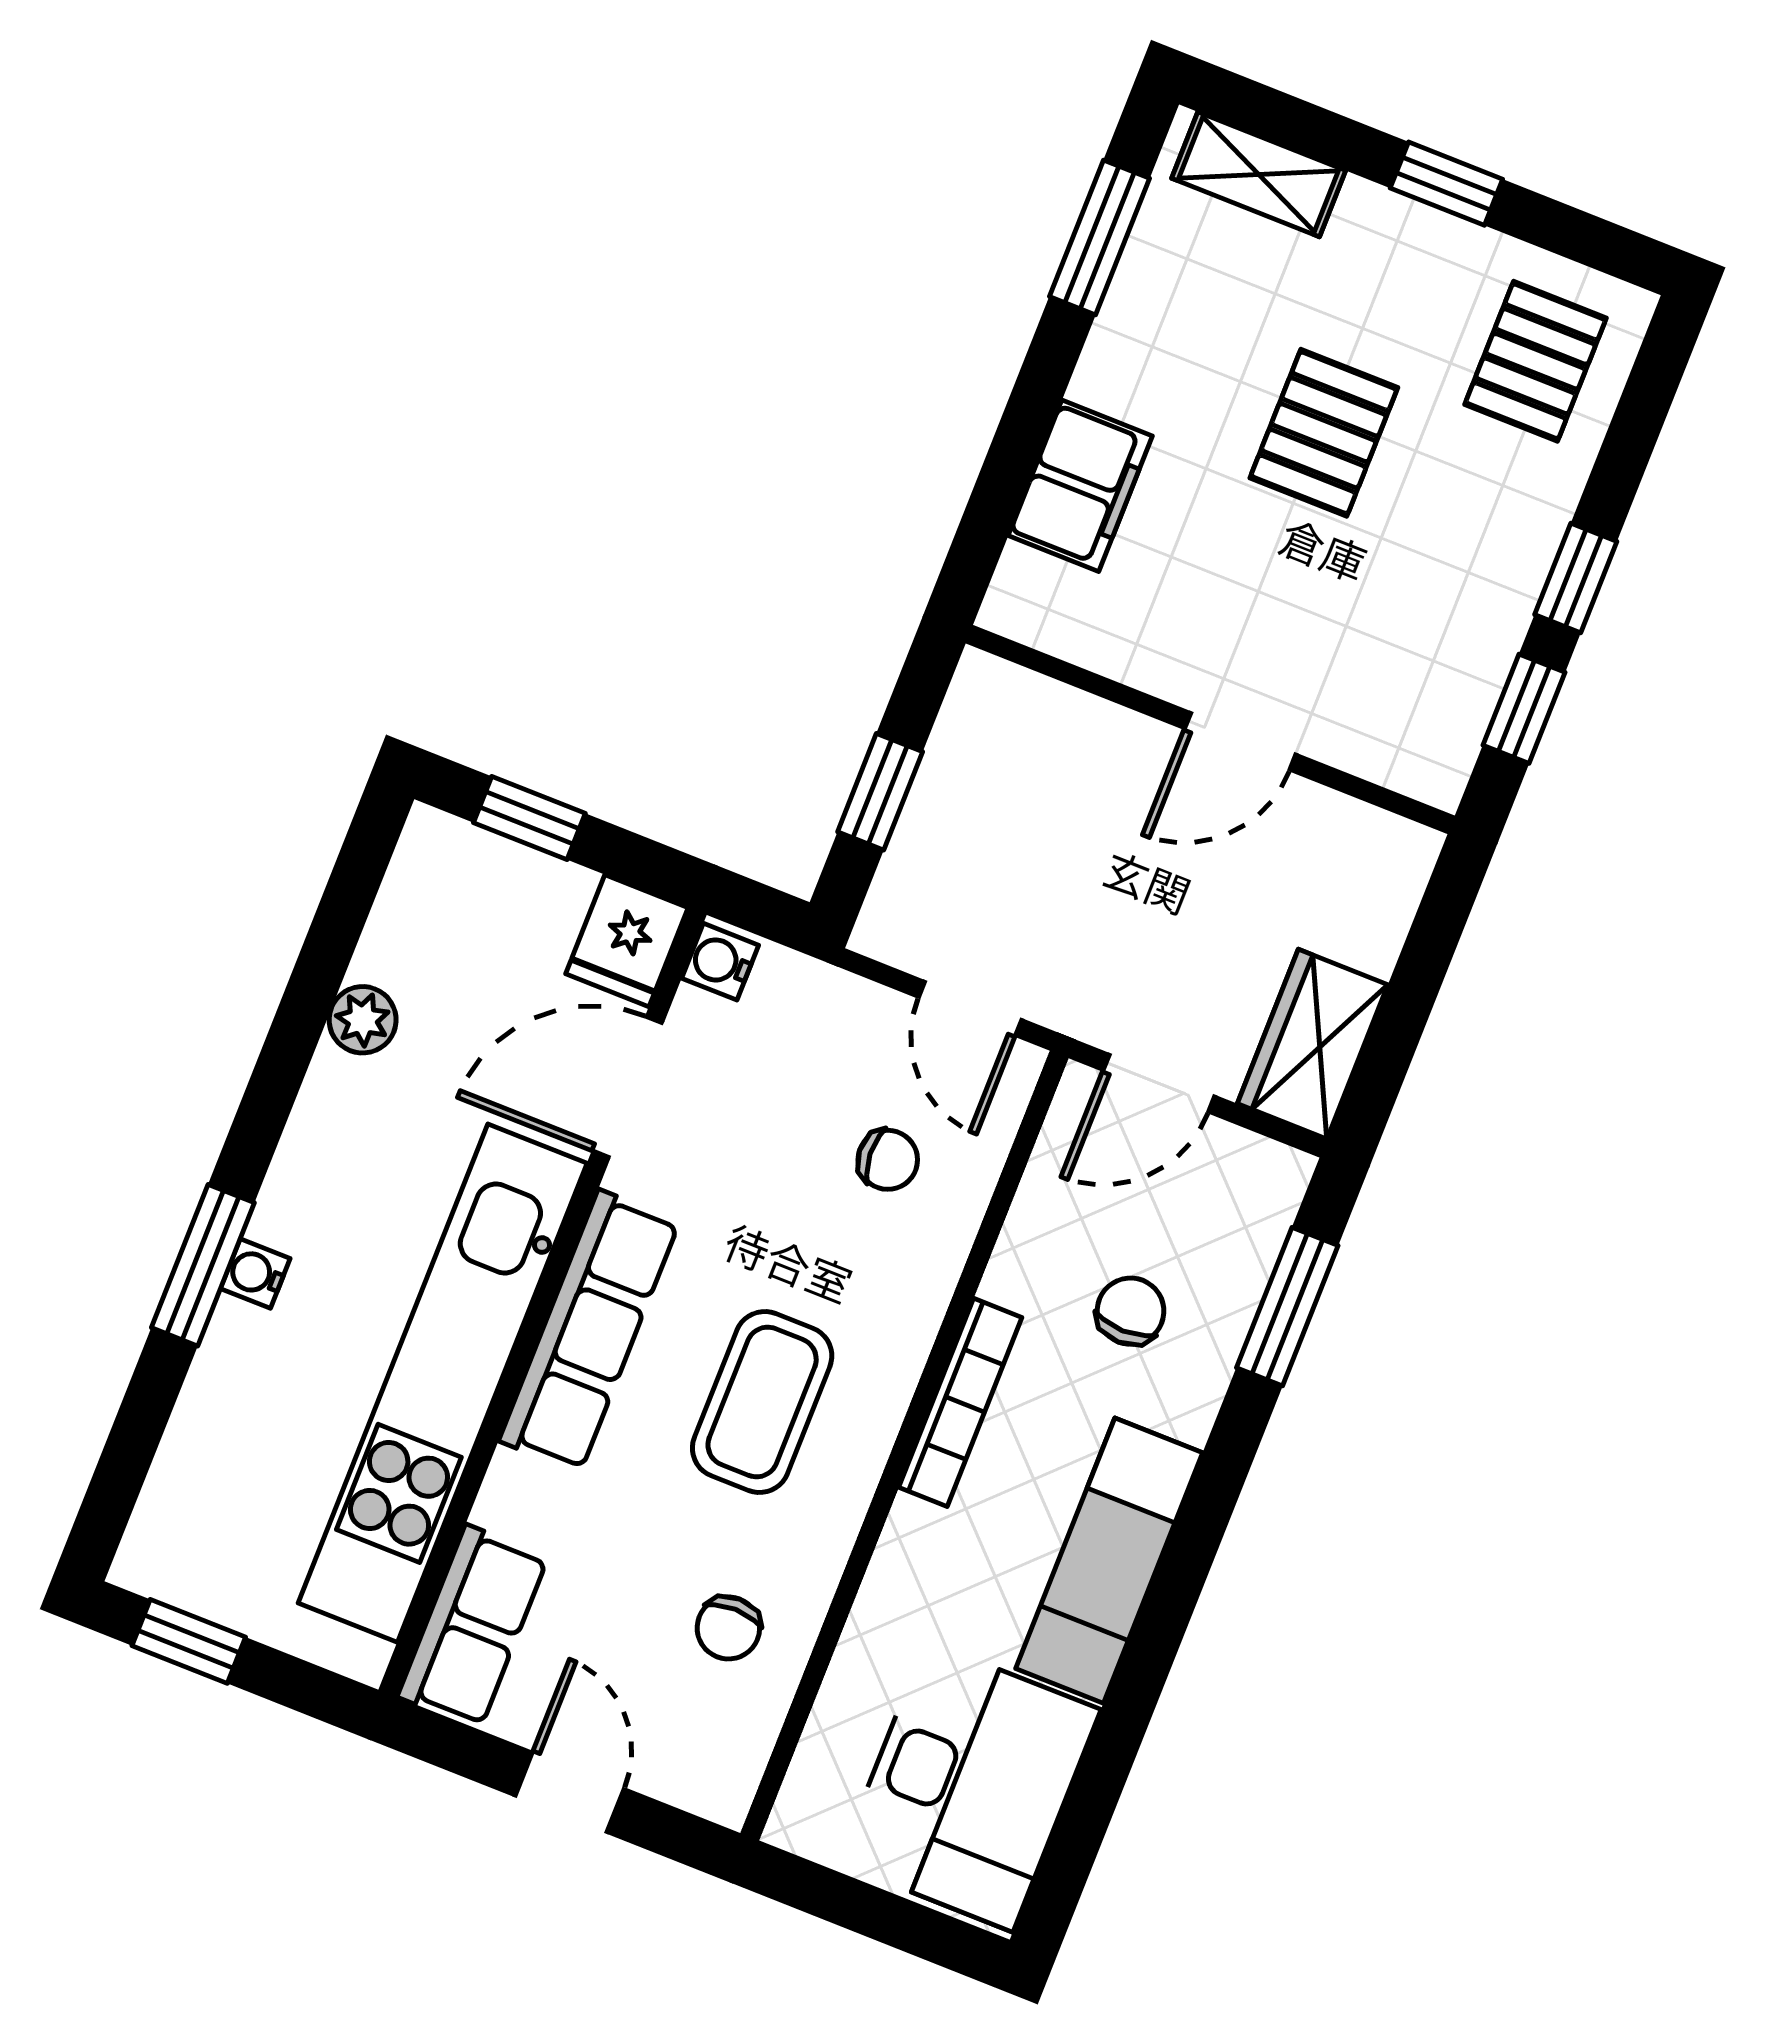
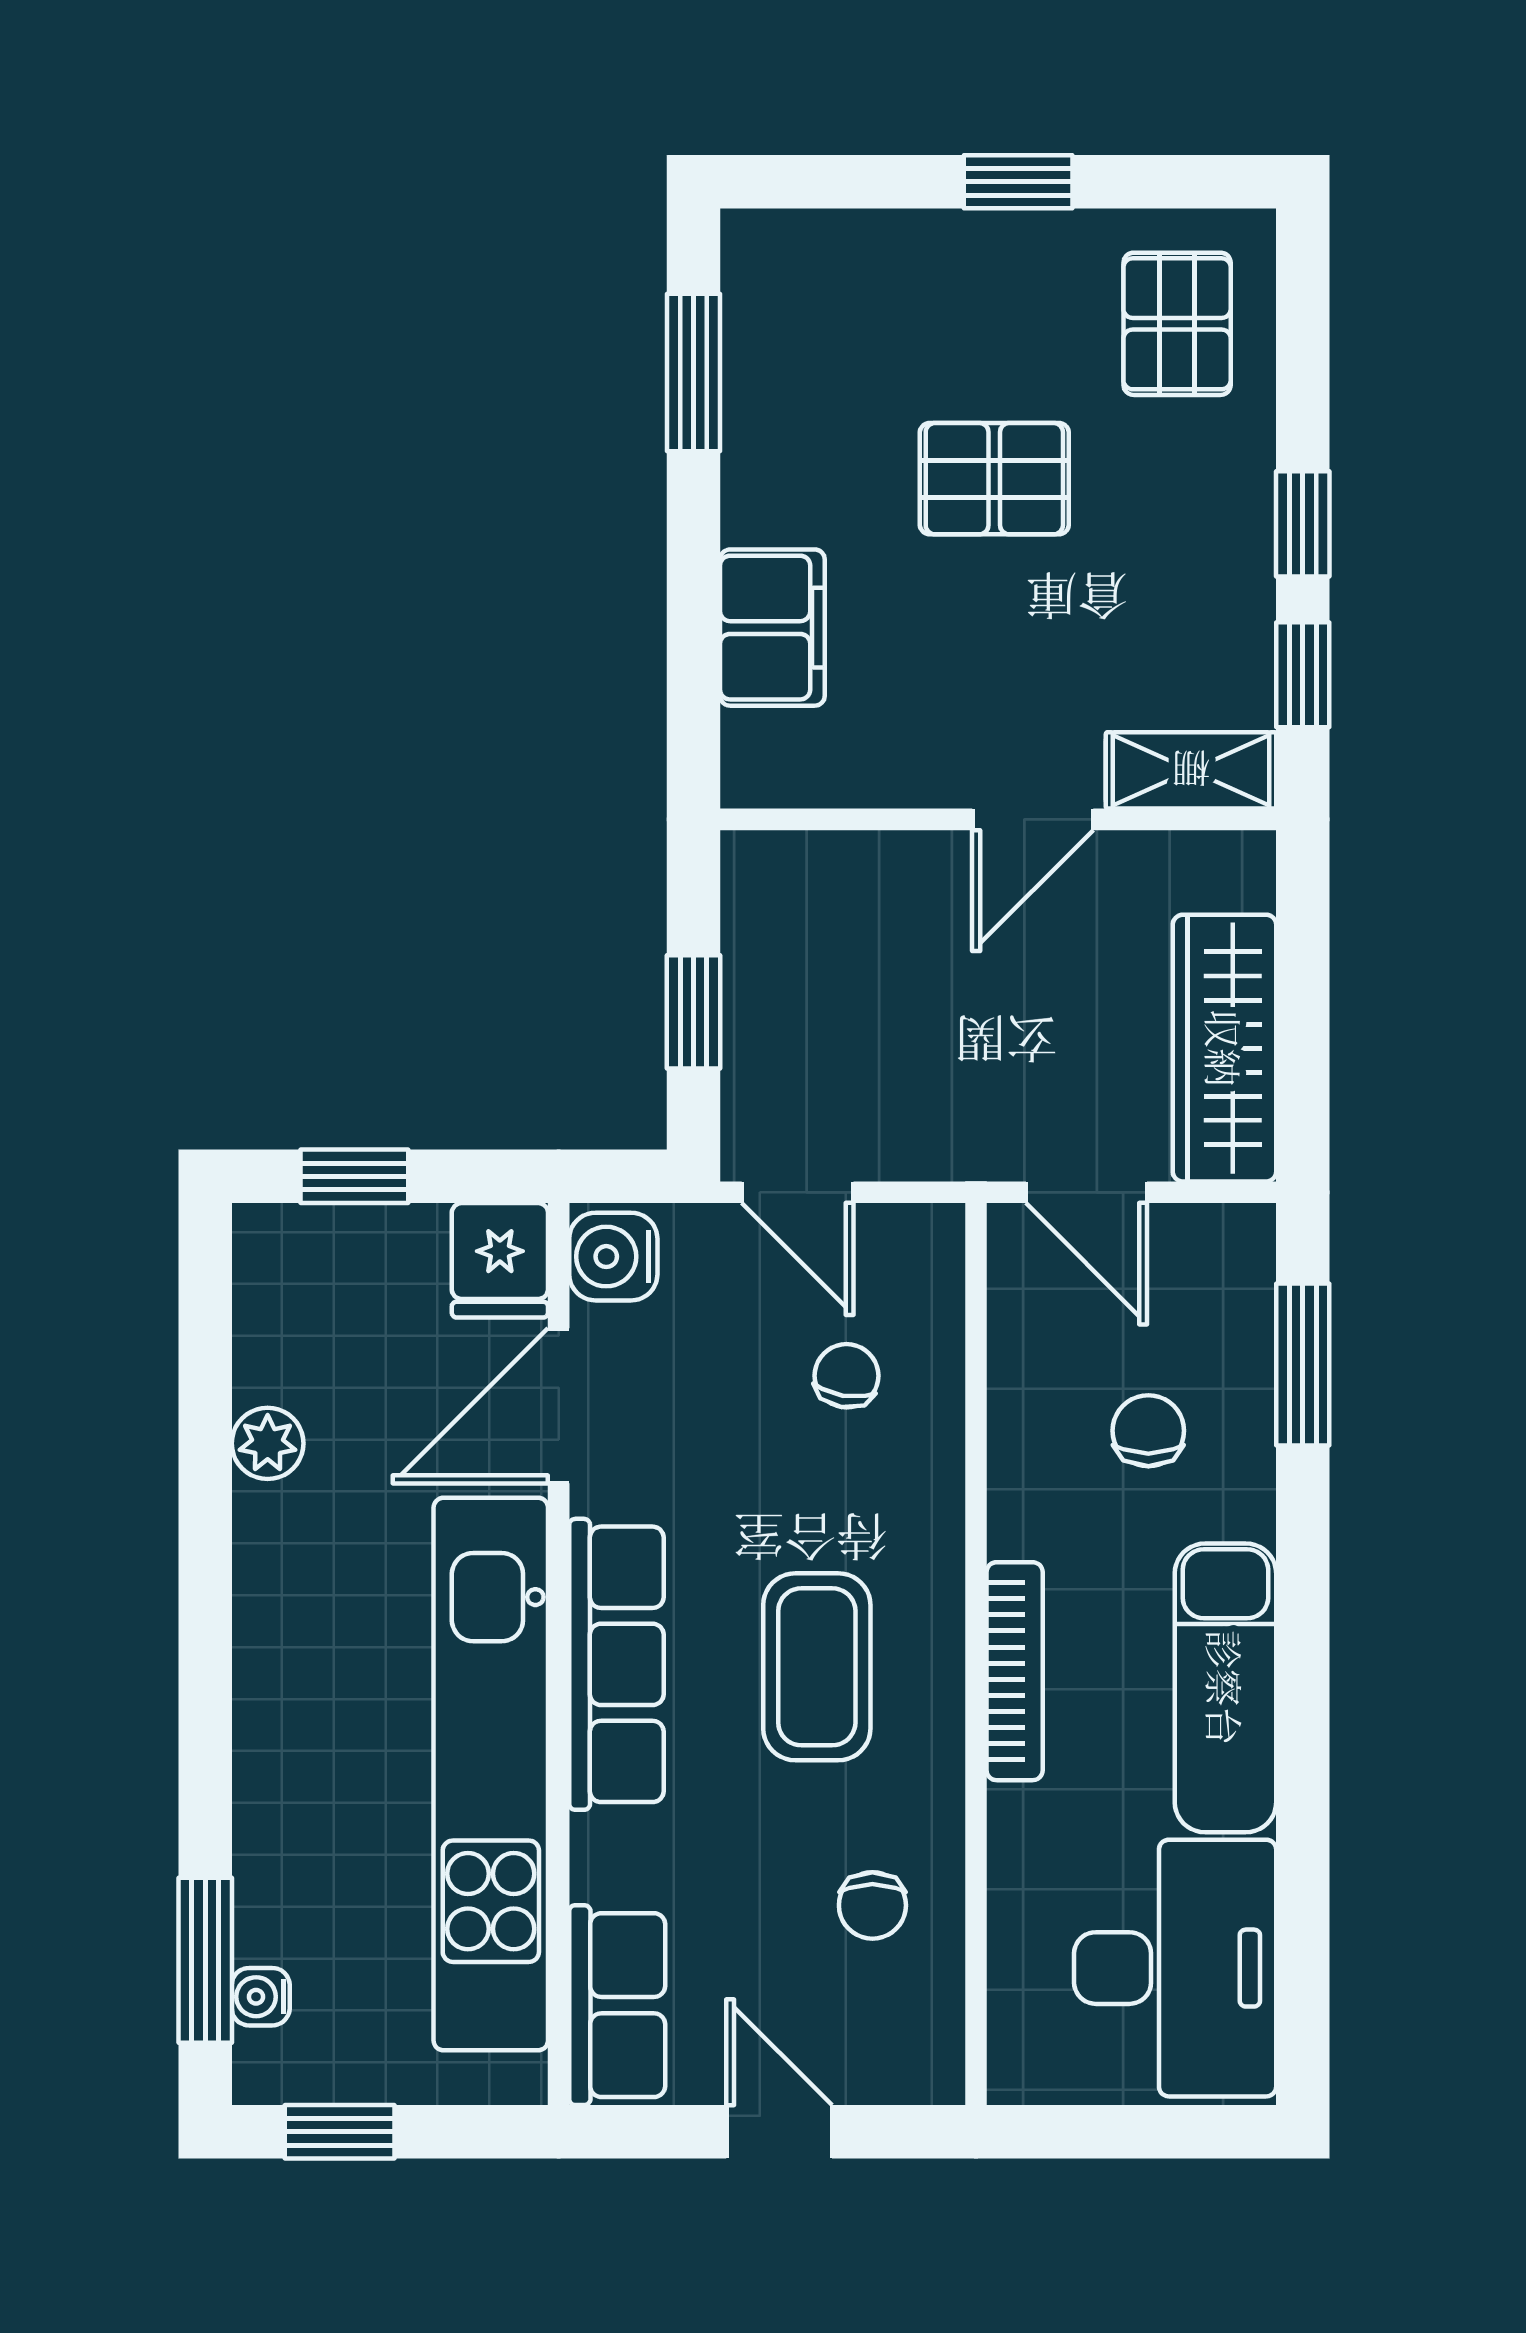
shelving: (1259, 174) -> (1191, 770), moved
pallet: (1324, 433) -> (994, 479), turned 90
water cooler: (720, 962) -> (613, 1257), width x1.38, depth x1.38
door: (970, 1008) -> (798, 1192), moved
wardrobe: (1313, 1044) -> (1224, 1048), width x1.50
door: (1159, 1083) -> (1086, 1192), hinge flipped
chair: (888, 1160) -> (846, 1376), turned -78
window: (203, 1265) -> (205, 1960), moved
water cooler: (255, 1274) -> (261, 1997), moved
bookcase: (960, 1402) -> (1015, 1671), moved

